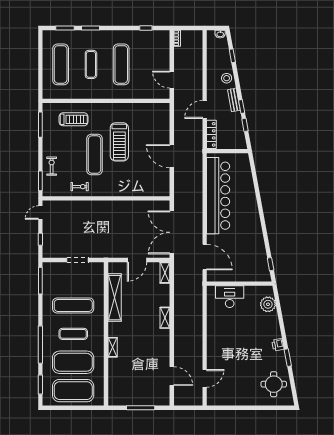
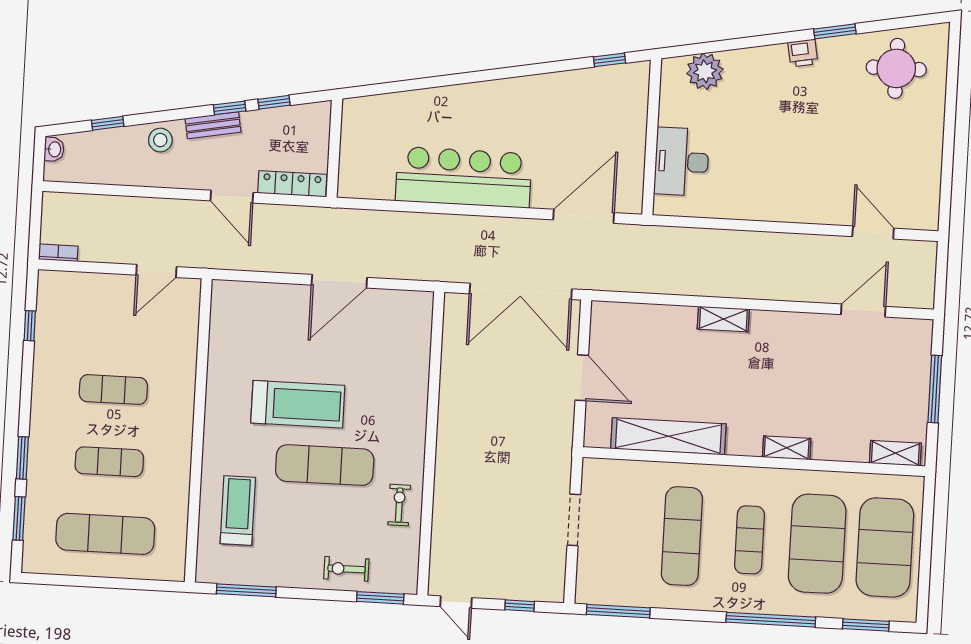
exercise mat: (121, 64) -> (113, 390), width x0.73, depth x0.69
bar counter: (218, 196) -> (464, 177), width x0.73
shelving: (165, 273) -> (895, 453), moved

